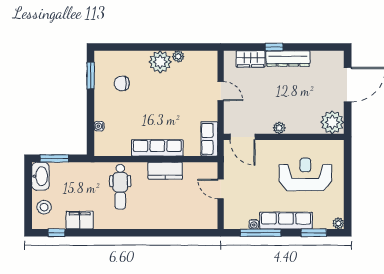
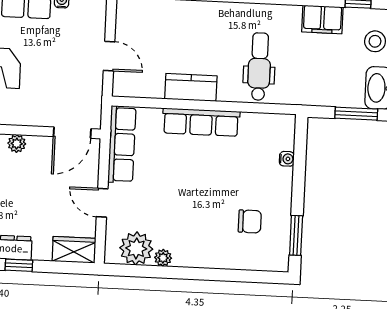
wardrobe: (251, 59) -> (74, 250), moved
plant: (160, 62) -> (136, 248), moved
door: (243, 137) -> (72, 133), swing flipped
row of seats: (209, 139) -> (122, 144), width x1.48

